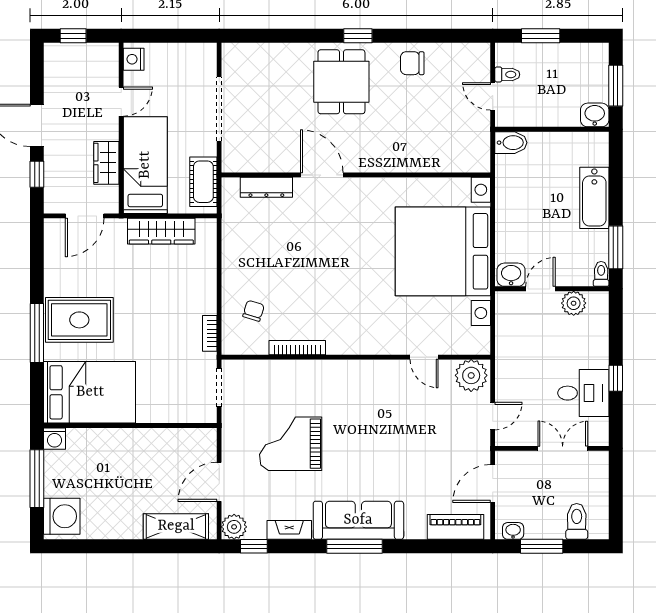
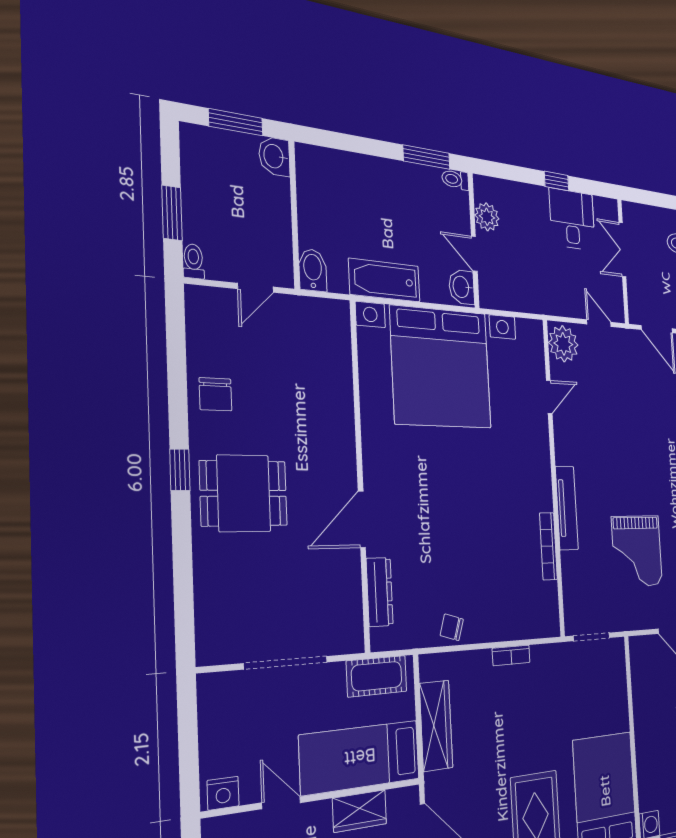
toilet: (507, 74) -> (193, 261), moved
bathtub: (594, 198) -> (385, 280), moved, turned 180
chair: (254, 311) -> (452, 627), moved
bookcase: (210, 333) -> (511, 655), moved
tv unit: (329, 369) -> (567, 508), added

